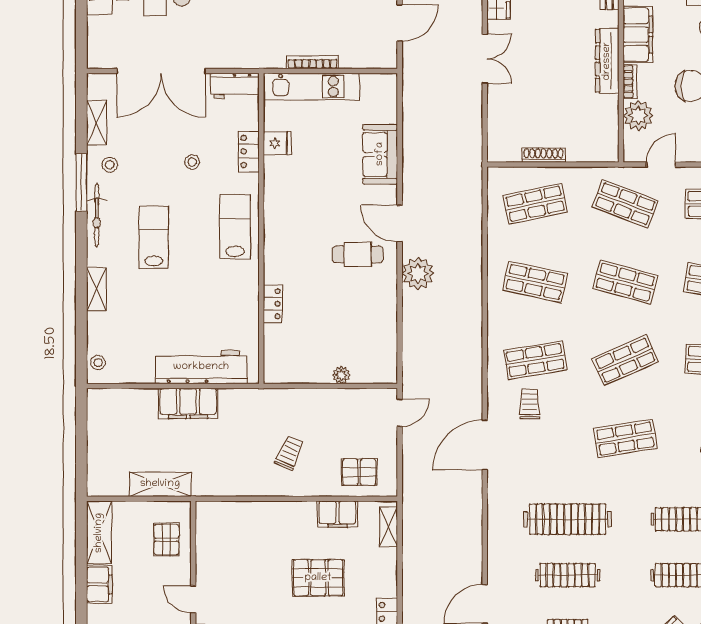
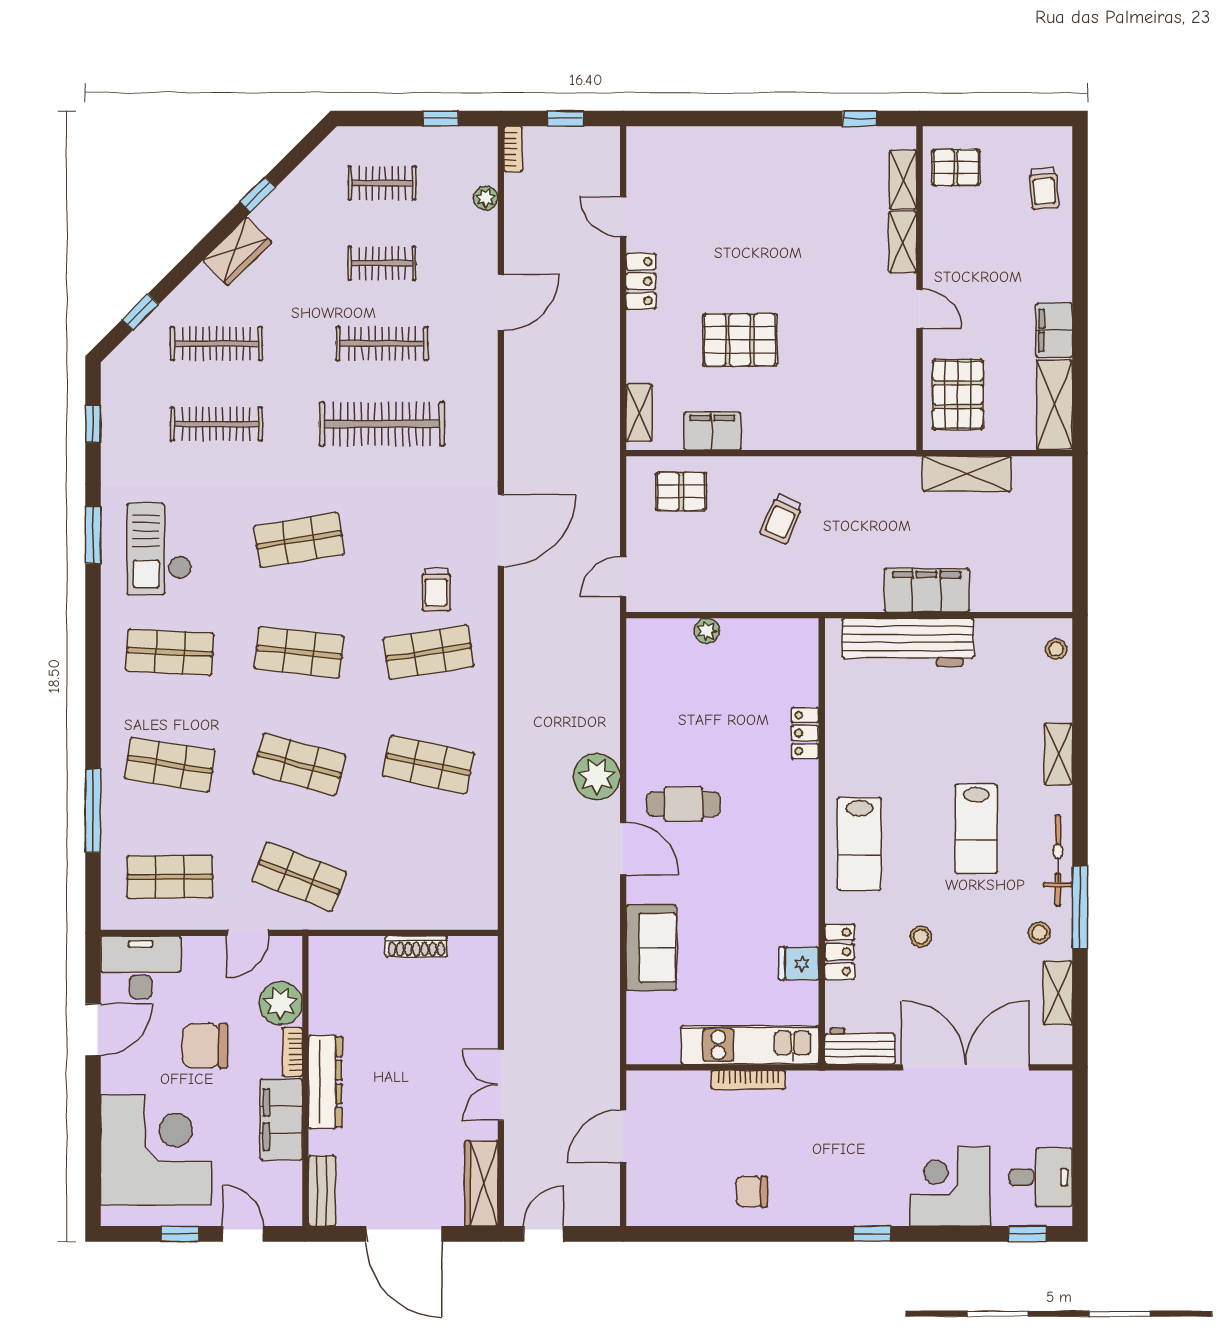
shop shelf: (535, 204) -> (429, 877), removed
shop shelf: (625, 360) -> (299, 652), turned 30
pallet: (166, 540) -> (958, 395), width x1.50, depth x1.42

